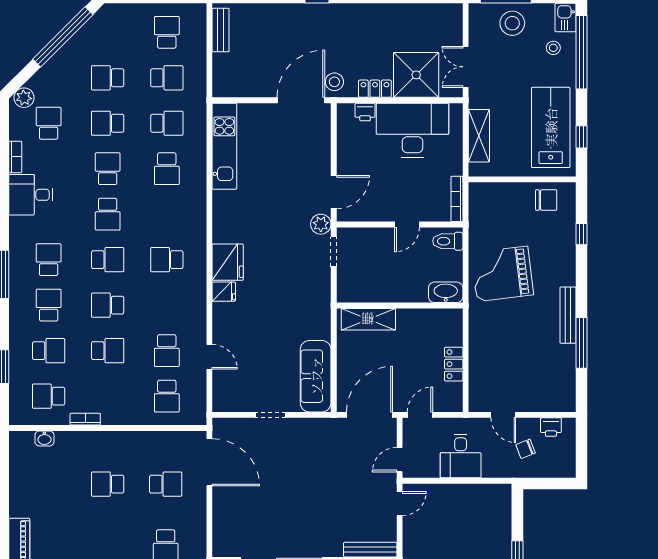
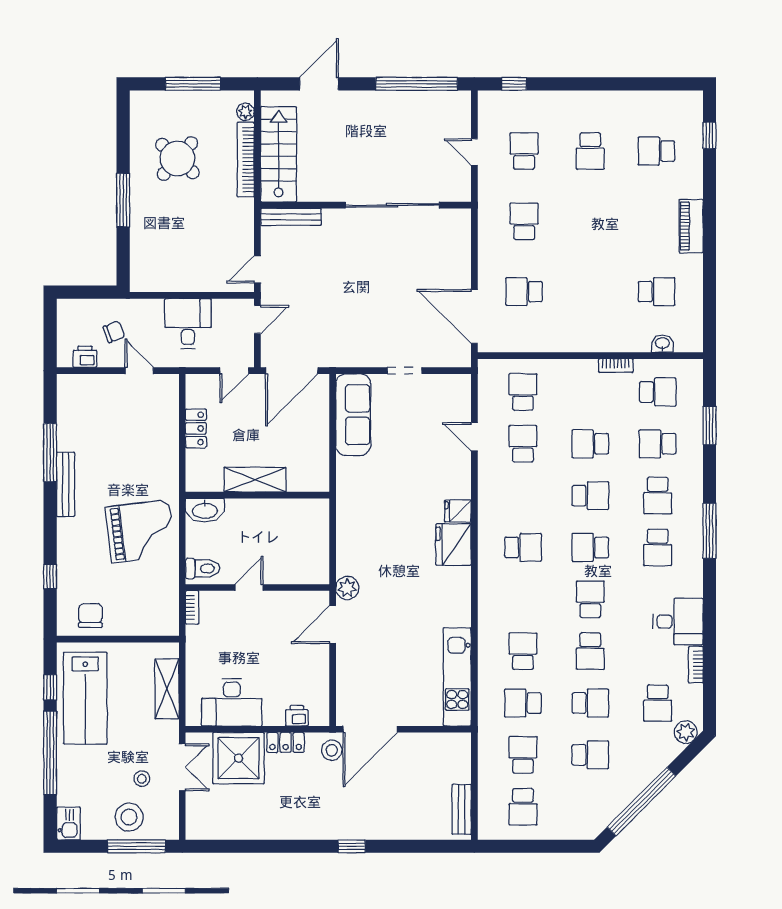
stool: (553, 48) -> (142, 779), moved
window: (581, 52) -> (50, 753), moved
school desk: (167, 78) -> (523, 755), turned 90
desk: (412, 130) -> (232, 702), width x0.73, depth x0.77
bookcase: (457, 199) -> (192, 607), width x0.64
chair: (546, 200) -> (90, 615), turned 90
doorway: (334, 252) -> (333, 557), removed
shelving: (368, 319) -> (255, 480), moved
school desk: (108, 484) -> (656, 292), moved

